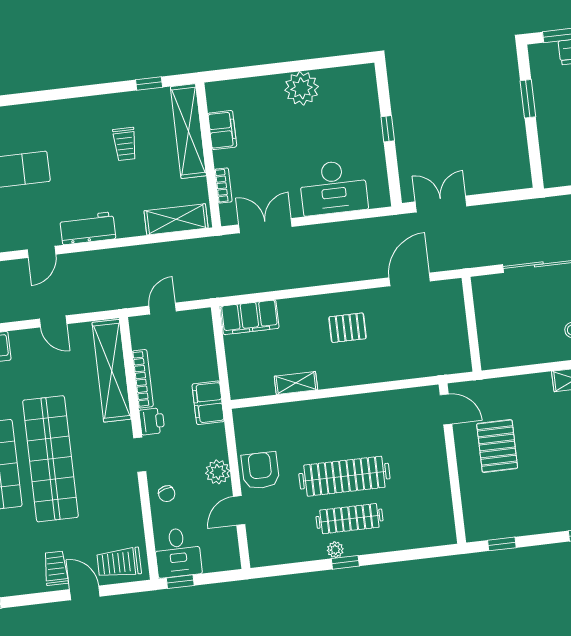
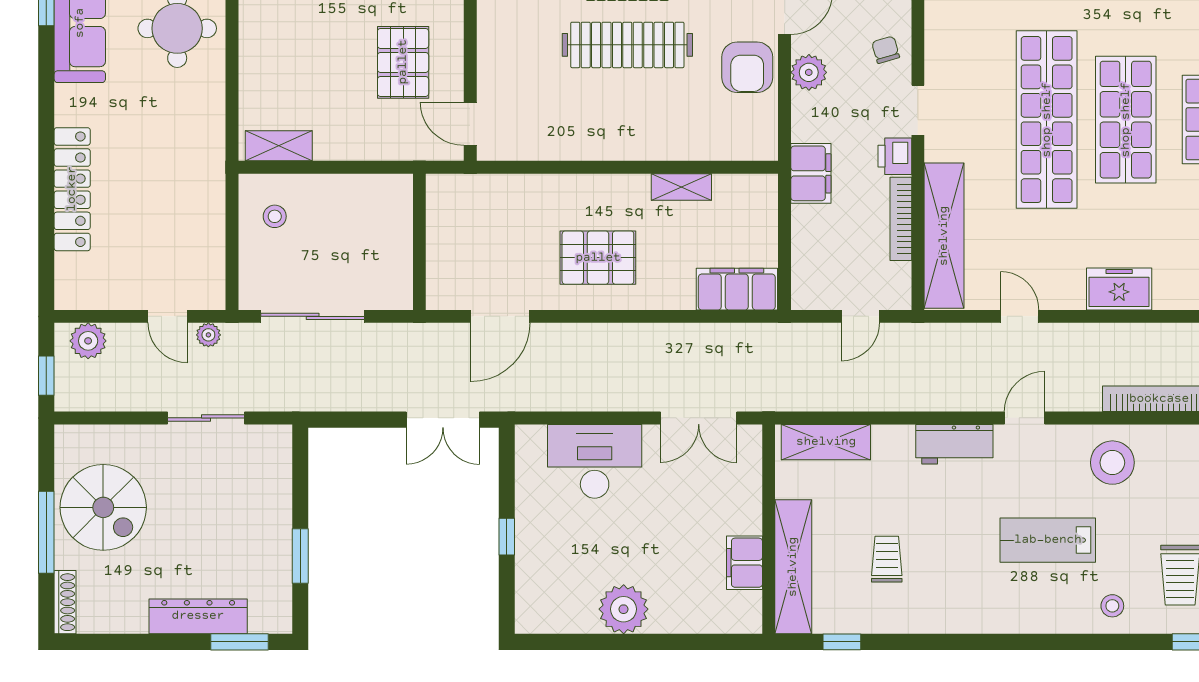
bookcase: (223, 186) -> (752, 483), removed
pallet: (348, 328) -> (598, 258), width x1.50, depth x1.42

